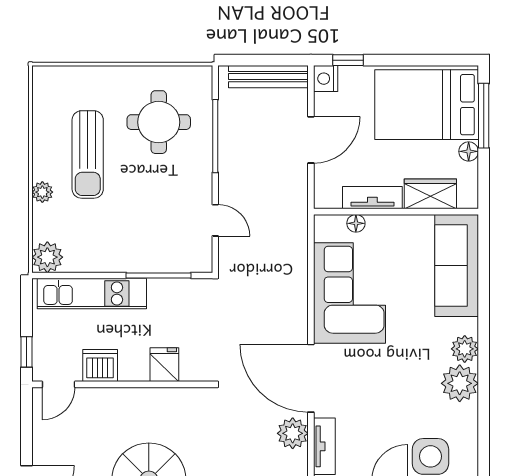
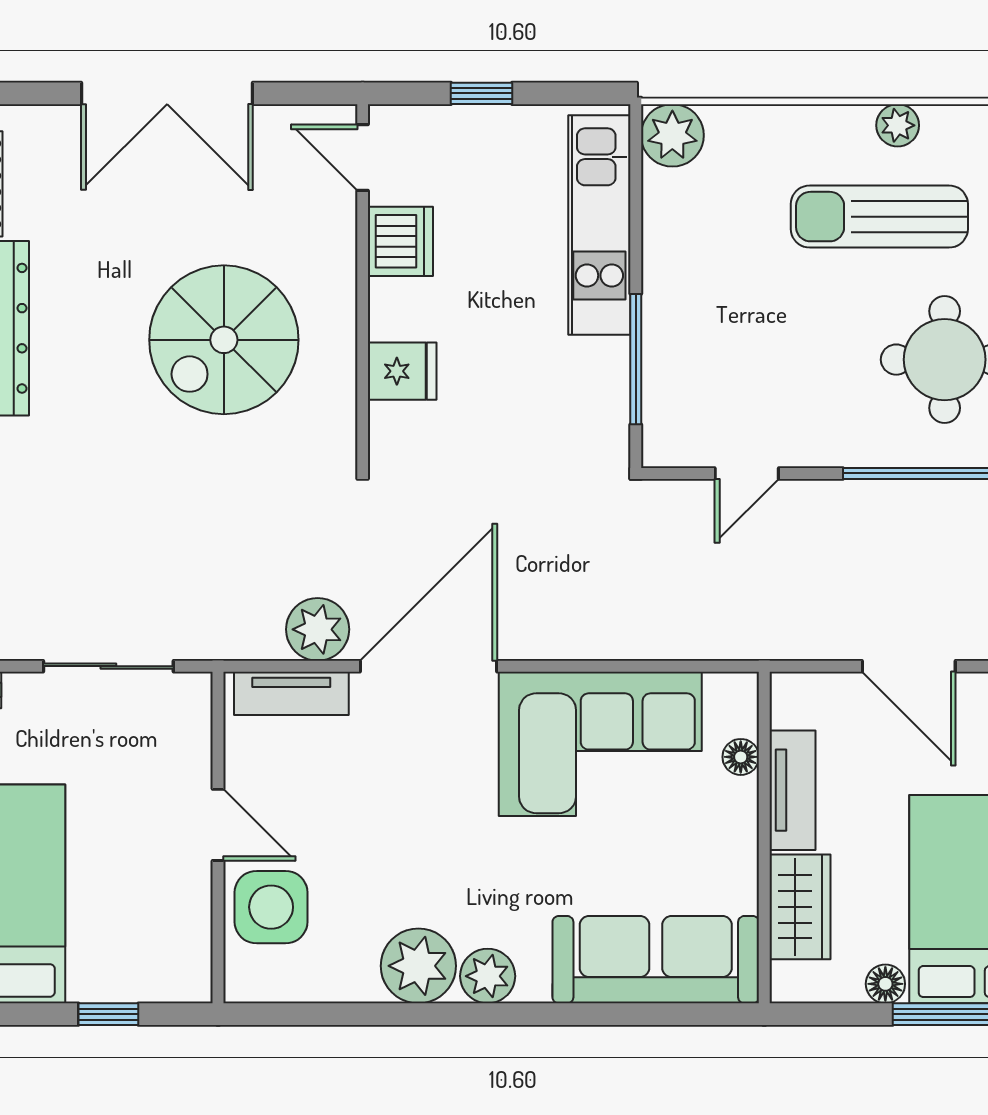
plant: (42, 192) -> (898, 125), moved
fridge: (164, 365) -> (402, 371), moved
dishwasher: (100, 366) -> (400, 241), moved
door: (58, 384) -> (363, 158), moved
wall: (122, 384) -> (363, 286), moved

